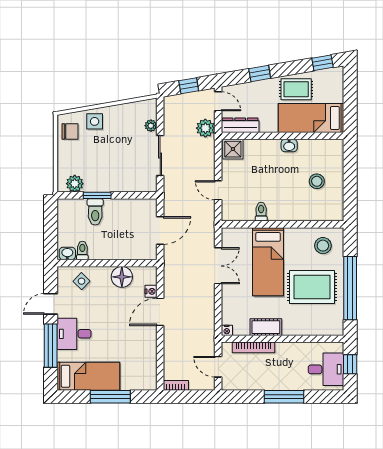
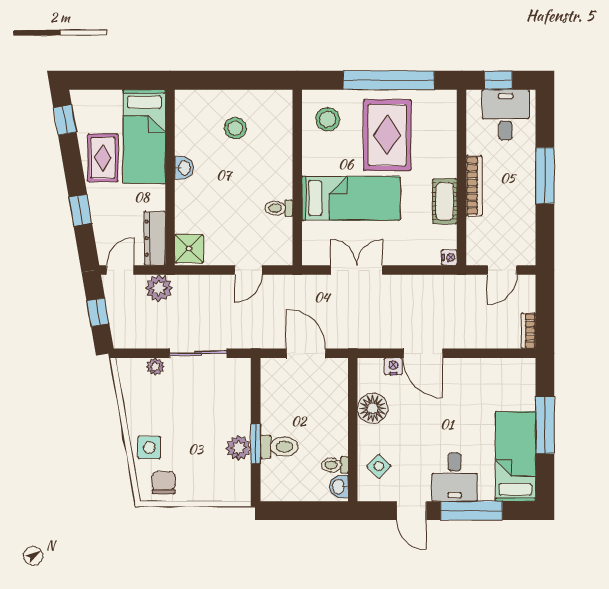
plant: (75, 184) -> (239, 448), moved
bookcase: (253, 347) -> (474, 186), moved

